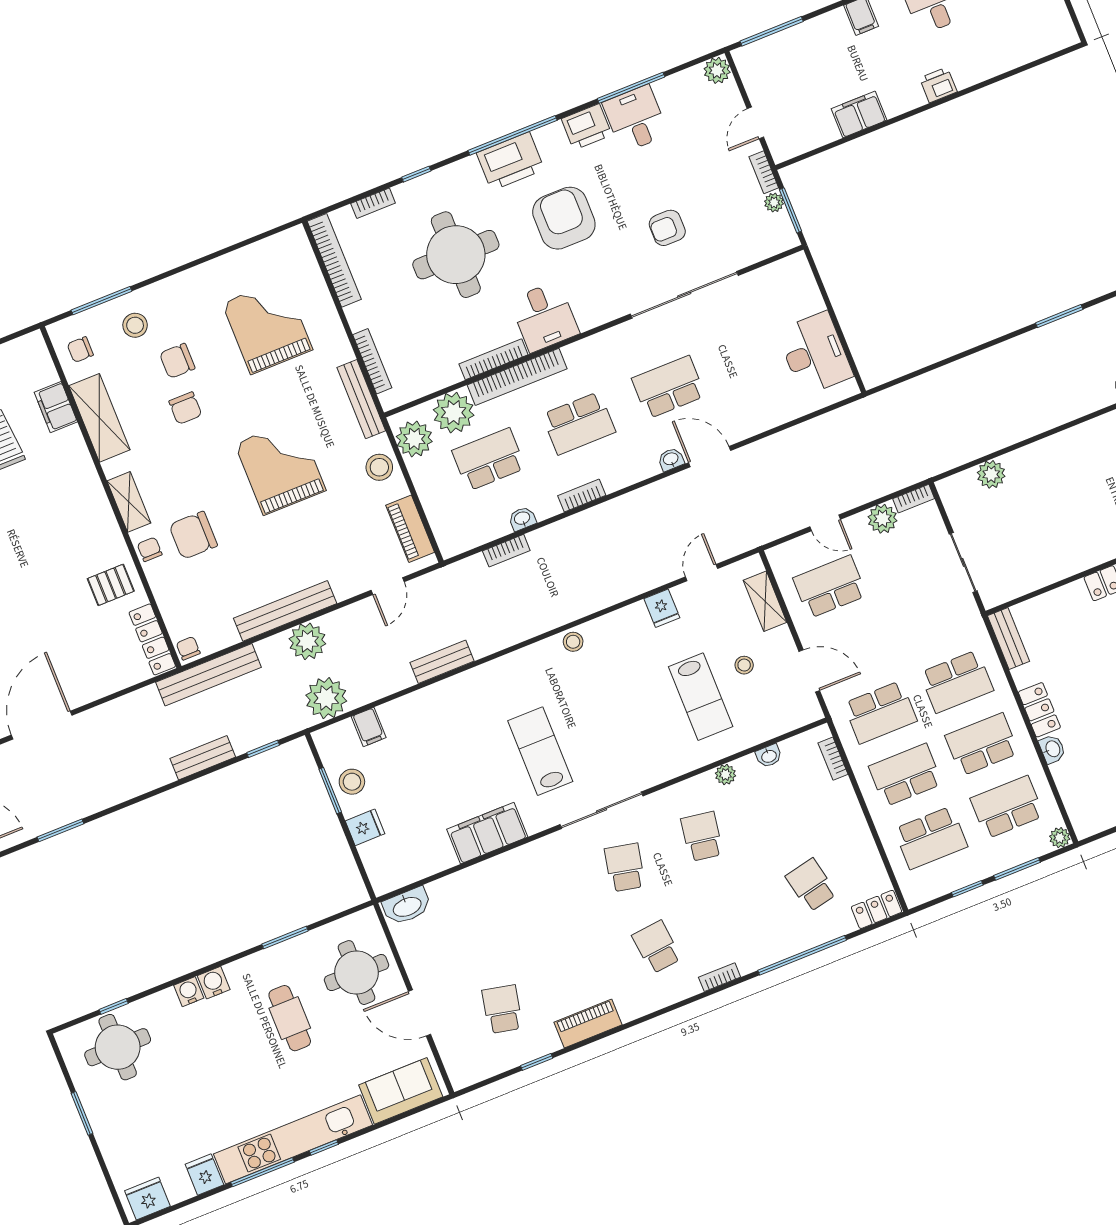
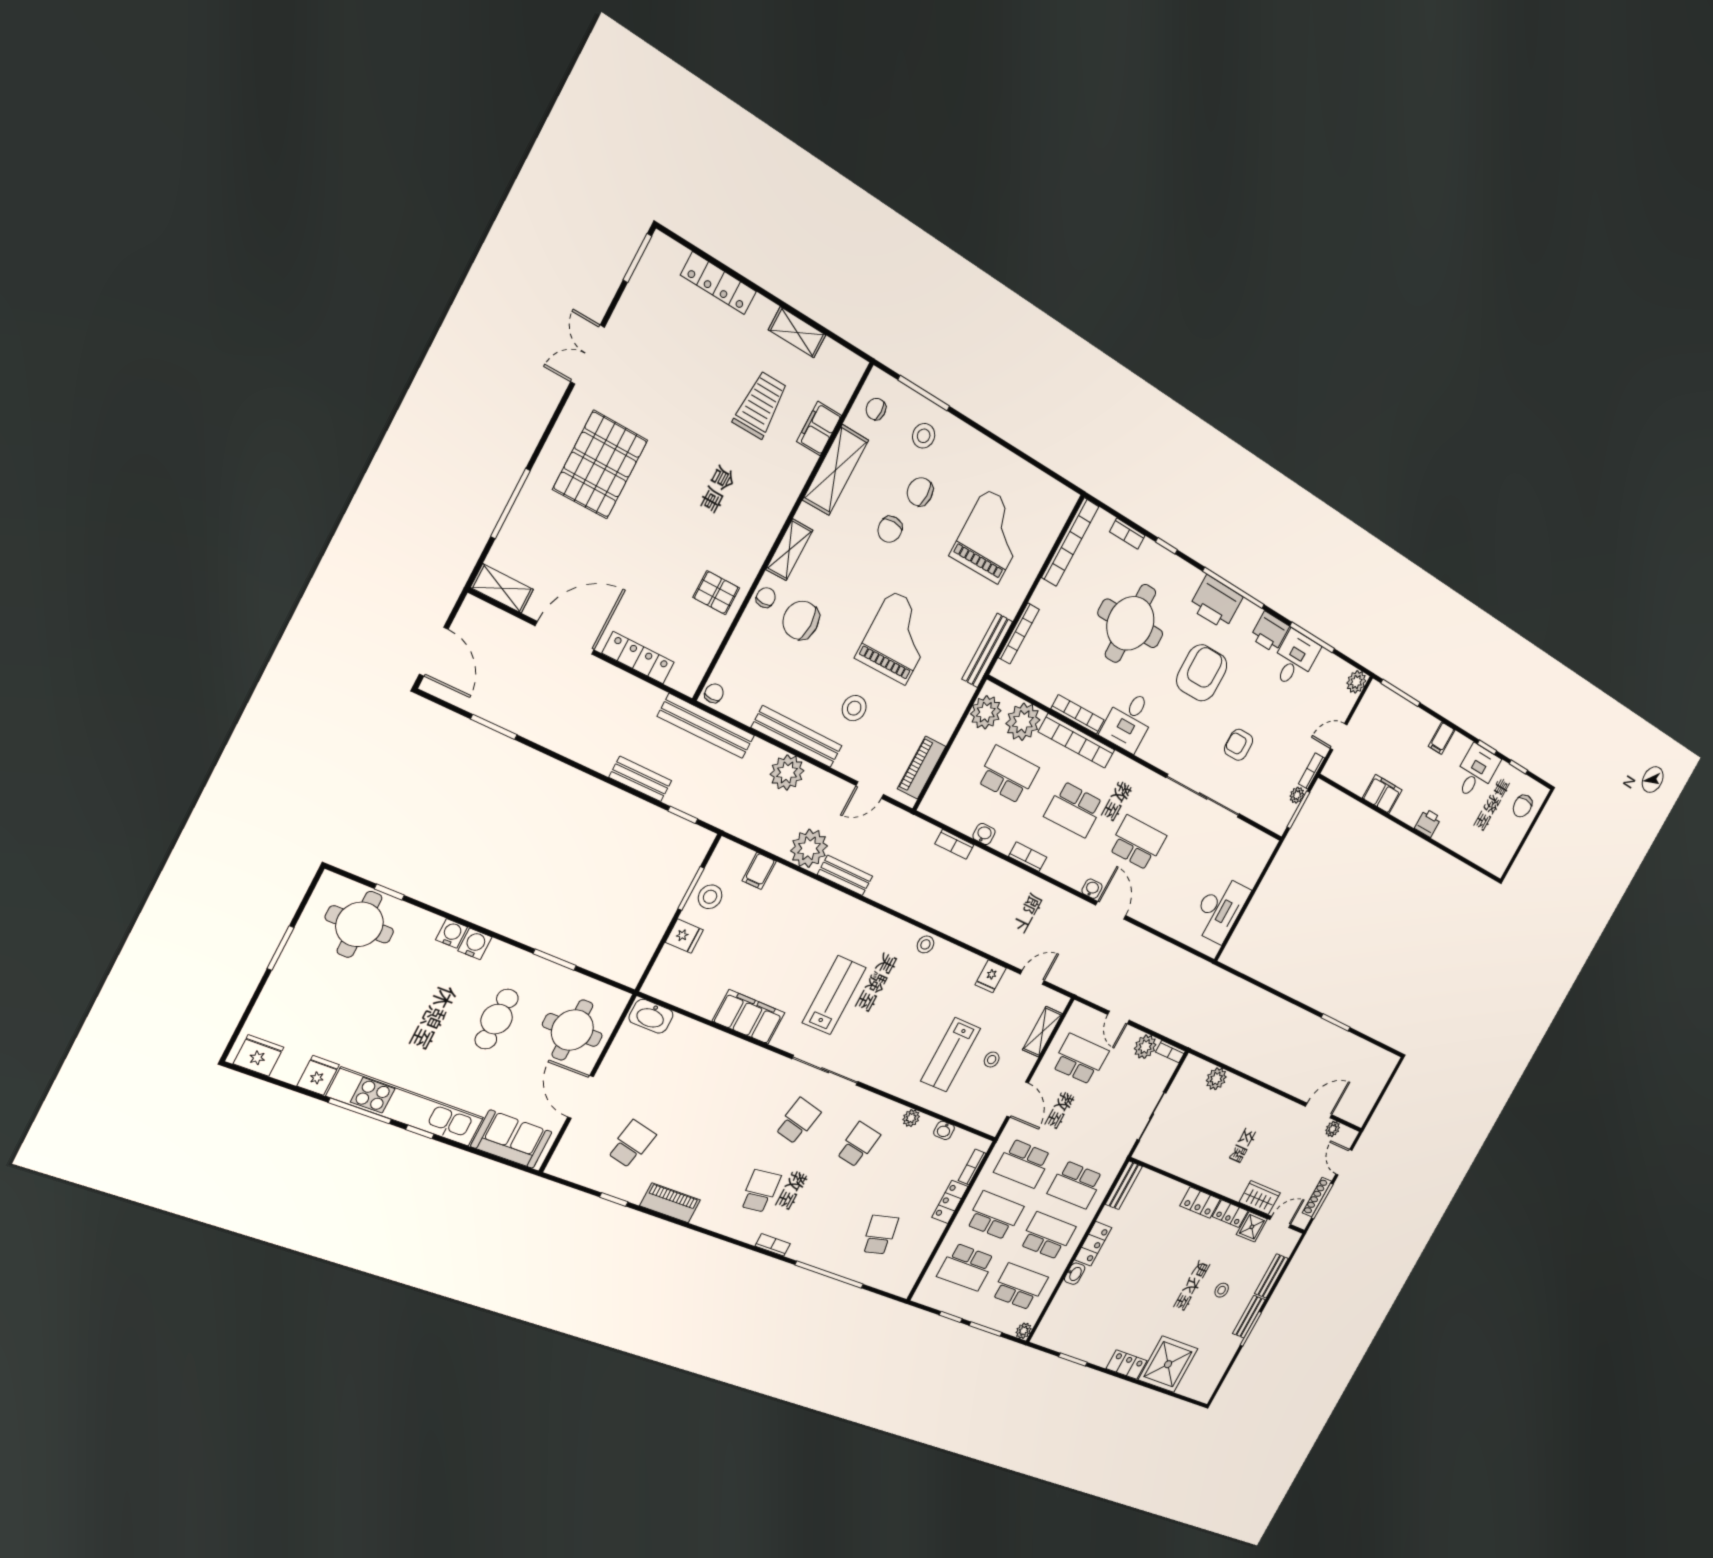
stool: (379, 467) -> (854, 708), moved
locker: (152, 639) -> (638, 658), moved, turned 90
plant: (326, 698) -> (809, 848), moved
locker: (877, 909) -> (950, 1202), moved, turned -90

